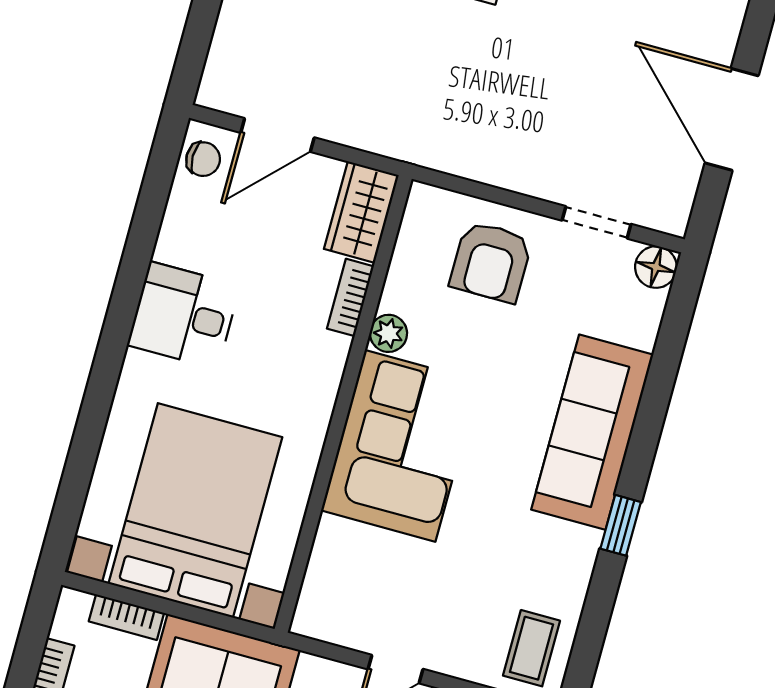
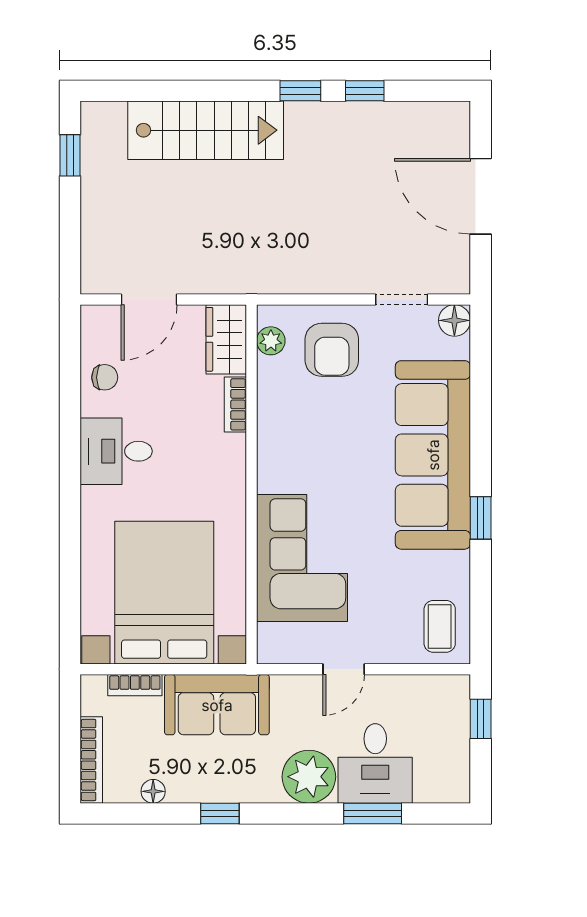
chair: (203, 159) -> (105, 377), moved
plant: (388, 333) -> (271, 341), moved
sofa: (592, 432) -> (433, 455), width x1.36, depth x1.27
corner sofa: (400, 446) -> (302, 558), moved

